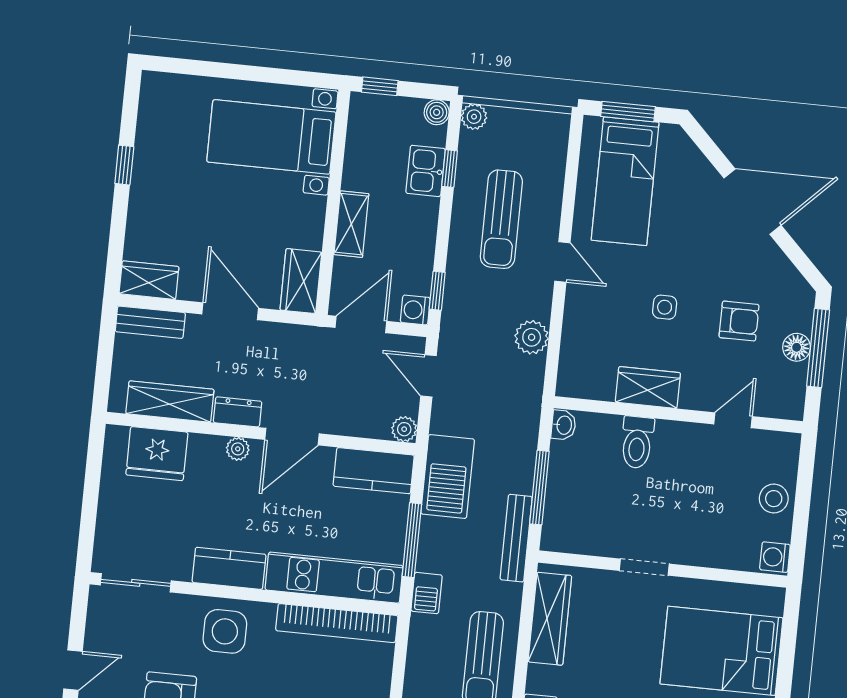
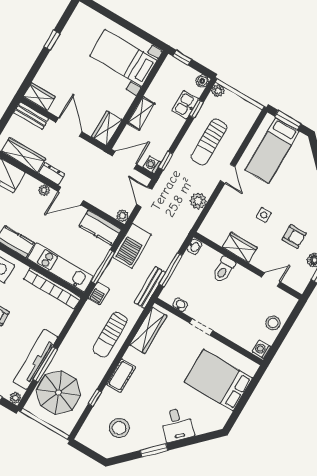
washbasin: (587, 544) -> (180, 305), added

